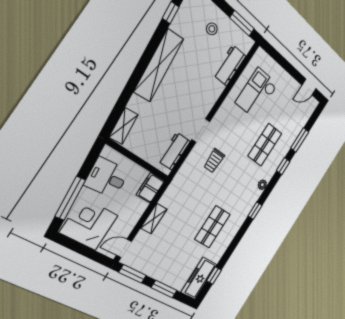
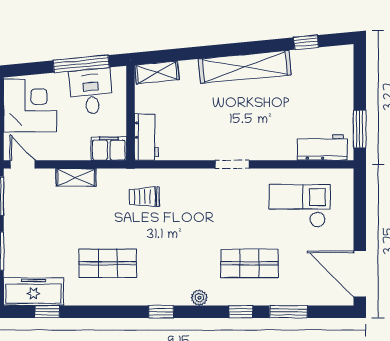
stool: (212, 29) -> (326, 98), removed
workbench: (230, 65) -> (322, 147), moved
door: (309, 87) -> (360, 274), width x1.88
doorway: (201, 130) -> (232, 164), moved
workbench: (174, 151) -> (146, 137), moved, turned 90
trolley: (214, 161) -> (144, 197), moved
window: (70, 198) -> (81, 64), moved

